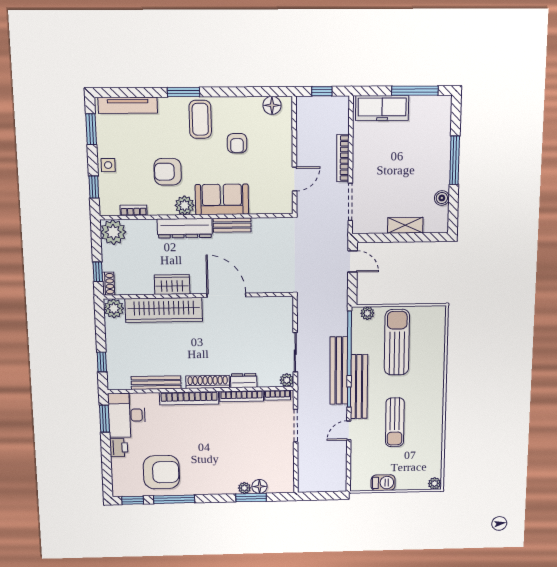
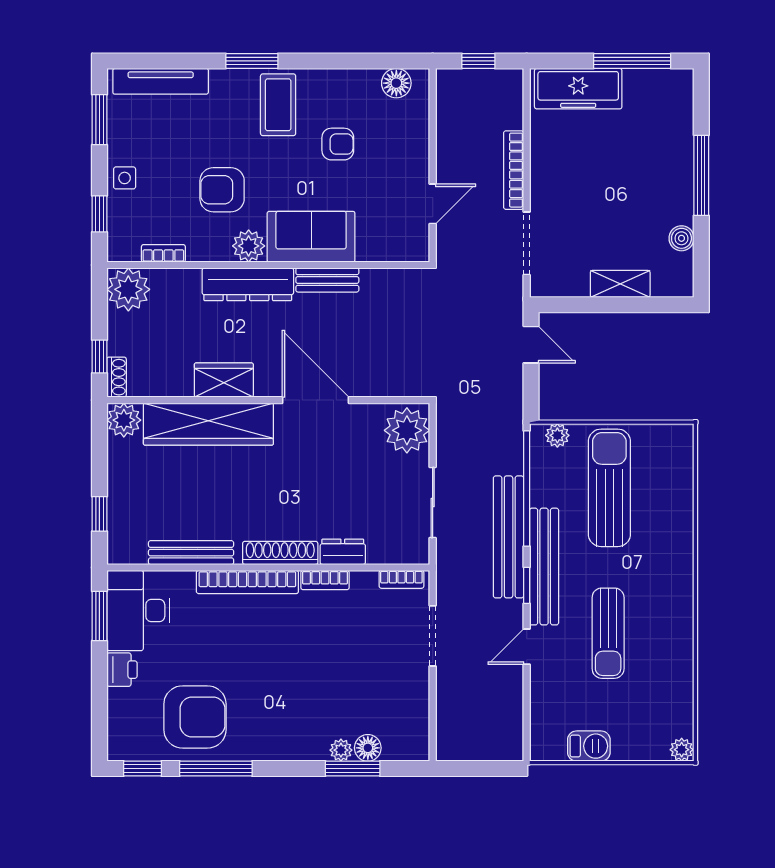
armchair: (237, 143) -> (338, 144), turned -90
plant: (287, 380) -> (407, 430), moved, width x1.88, depth x1.88
bookcase: (242, 396) -> (325, 580), width x0.64

